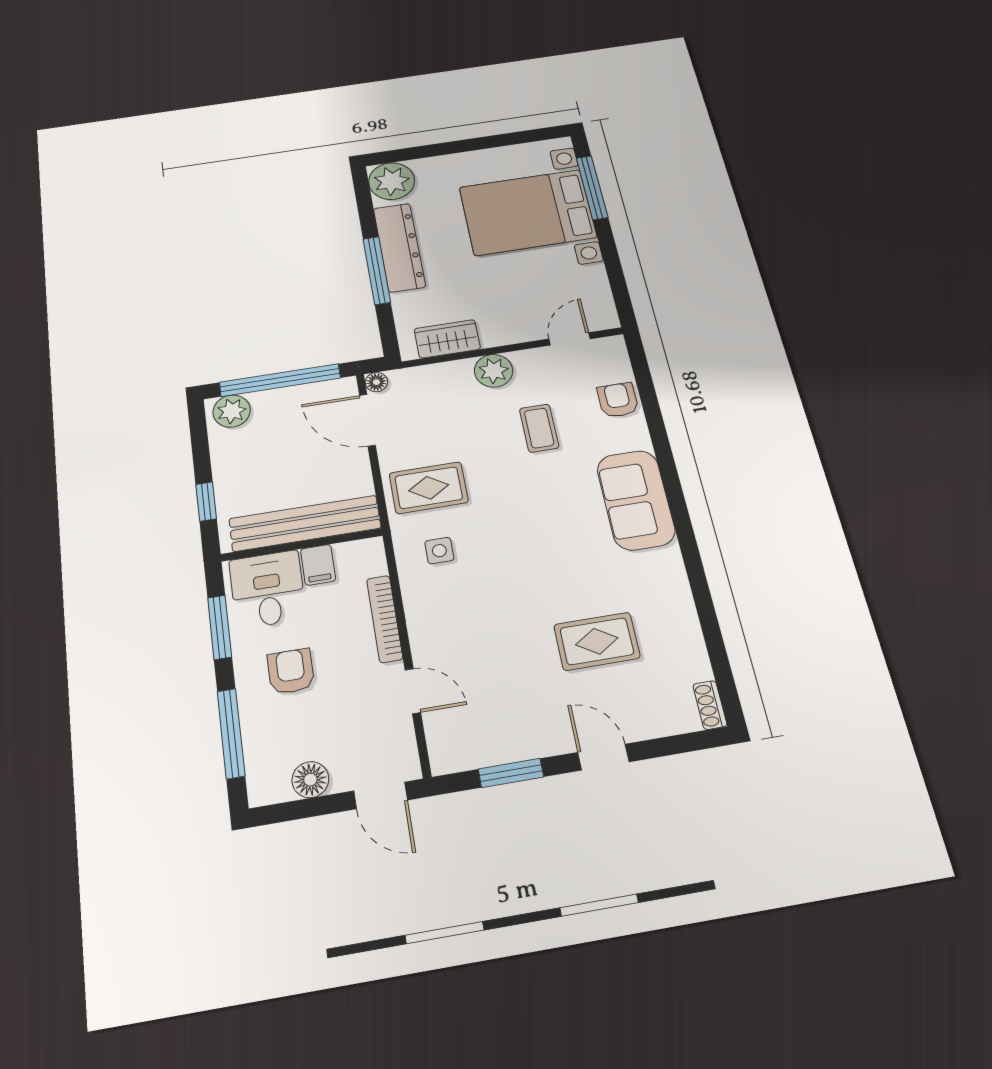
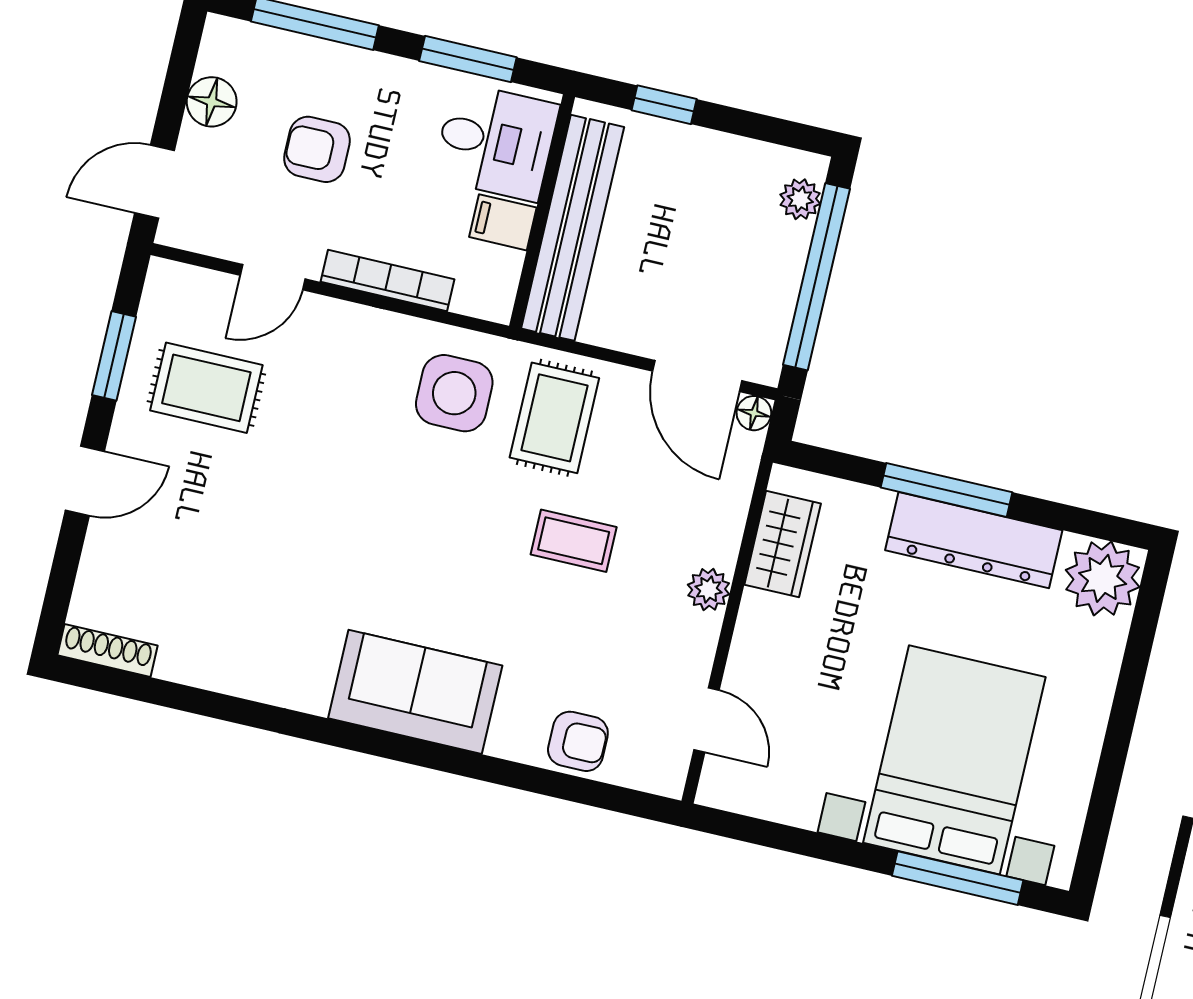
plant: (494, 371) -> (709, 589), width x0.73, depth x0.73
plant: (232, 411) -> (800, 199), width x0.73, depth x0.73
door: (367, 420) -> (697, 376), swing flipped
coffee table: (539, 428) -> (574, 541), moved
side table: (439, 551) -> (454, 393), width x1.87, depth x1.87
rug: (597, 641) -> (206, 388), moved, turned 90
armchair: (291, 671) -> (317, 149), moved, turned 180
shoe rack: (710, 705) -> (108, 650), width x1.43

